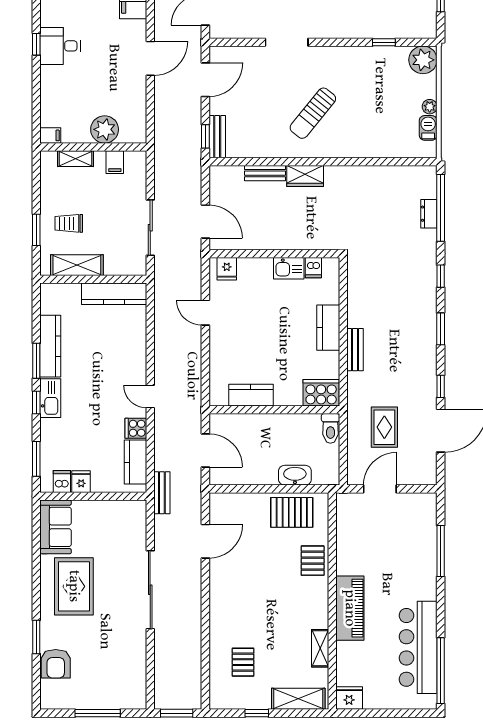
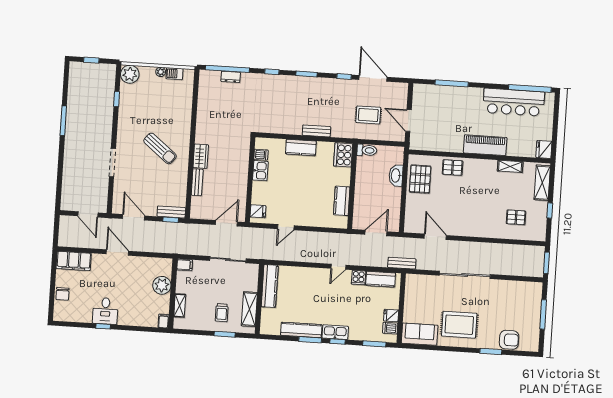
filing cabinet: (115, 162) -> (185, 265), moved

